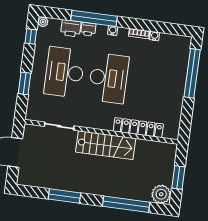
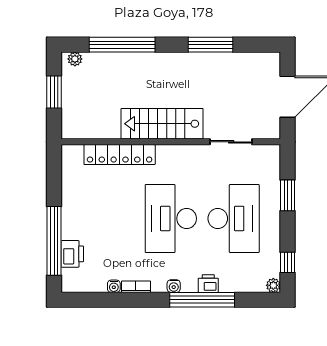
printer: (71, 28) -> (72, 254), moved, turned 90
plant: (161, 194) -> (75, 59), width x0.53, depth x0.53

